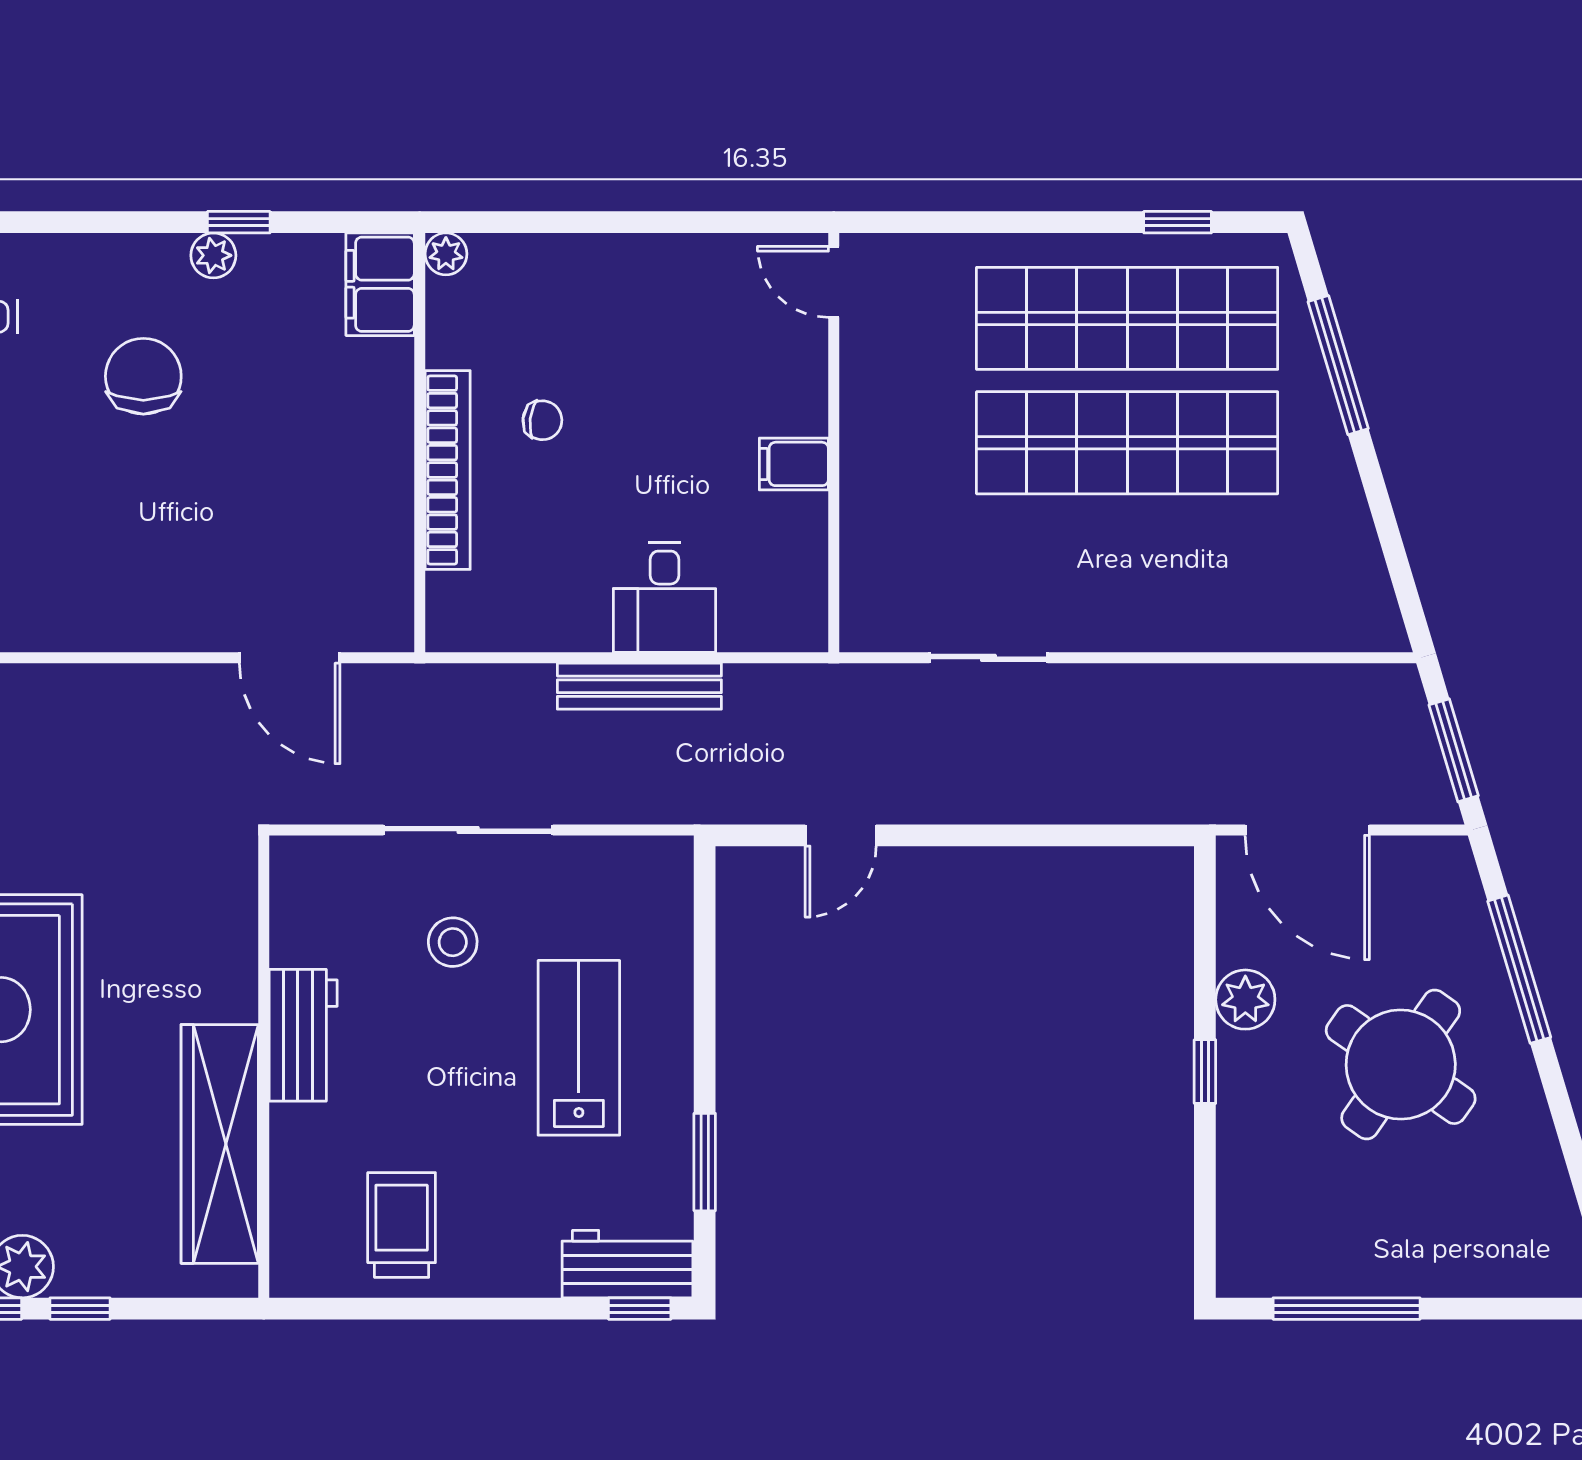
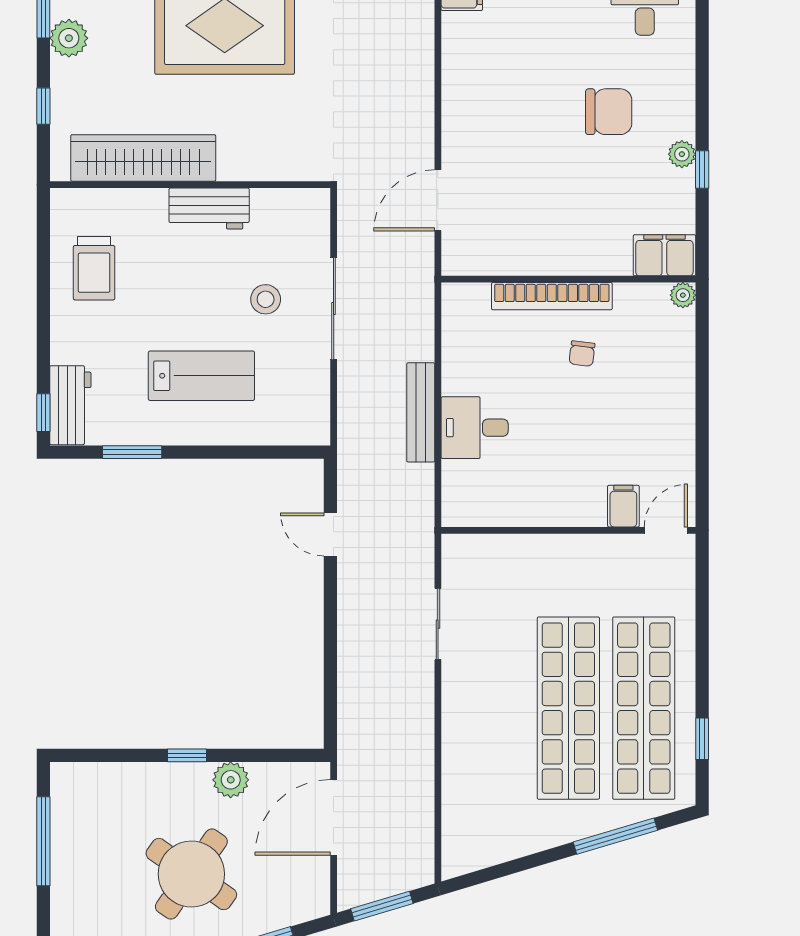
filing cabinet: (794, 464) -> (623, 506), moved
trolley: (402, 1225) -> (94, 268), turned 90
window: (80, 1309) -> (43, 106), moved

